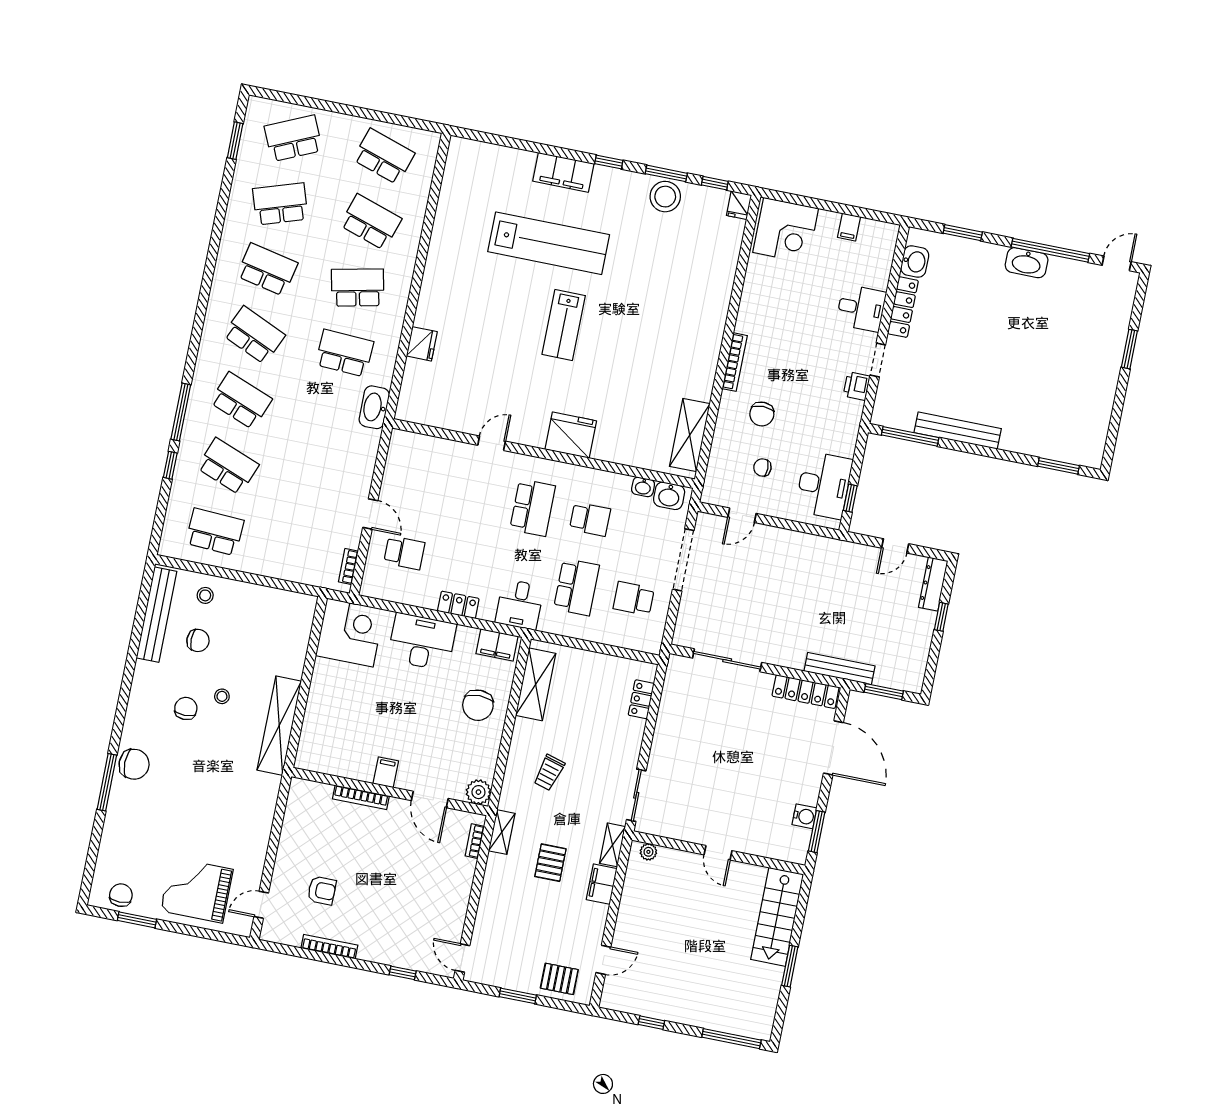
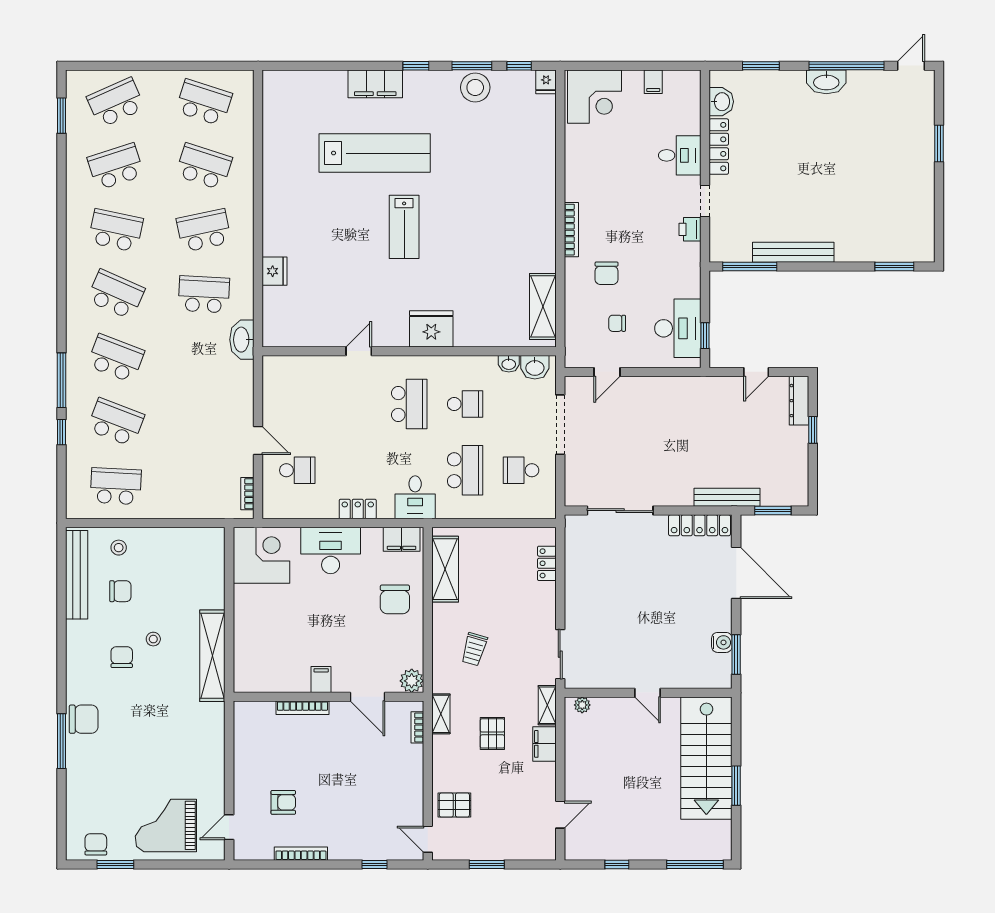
stairs: (777, 917) -> (706, 758), width x1.36, depth x1.51
pallet: (559, 979) -> (454, 805), moved

